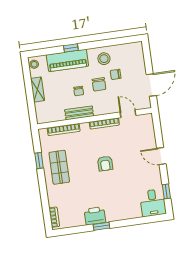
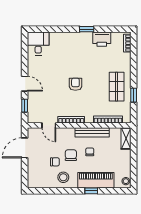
shelving: (38, 89) -> (126, 138), moved
bench: (79, 113) -> (92, 132), width x1.36
window: (166, 191) -> (25, 106), moved
printer: (95, 216) -> (102, 39), moved

